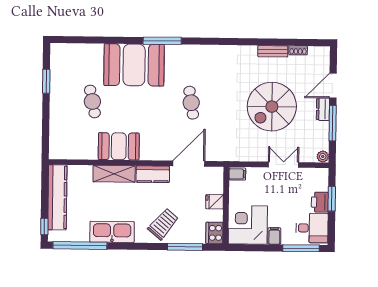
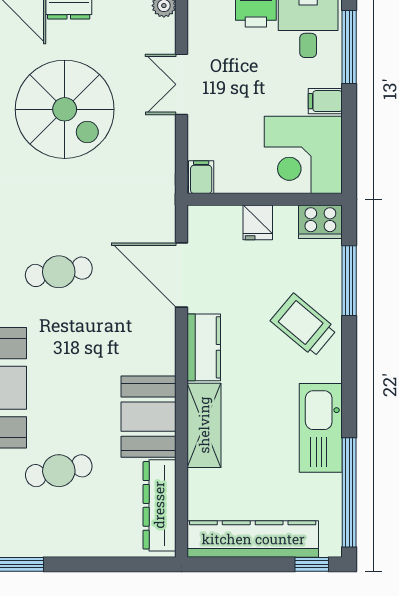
dresser: (75, 151) -> (159, 505), added

